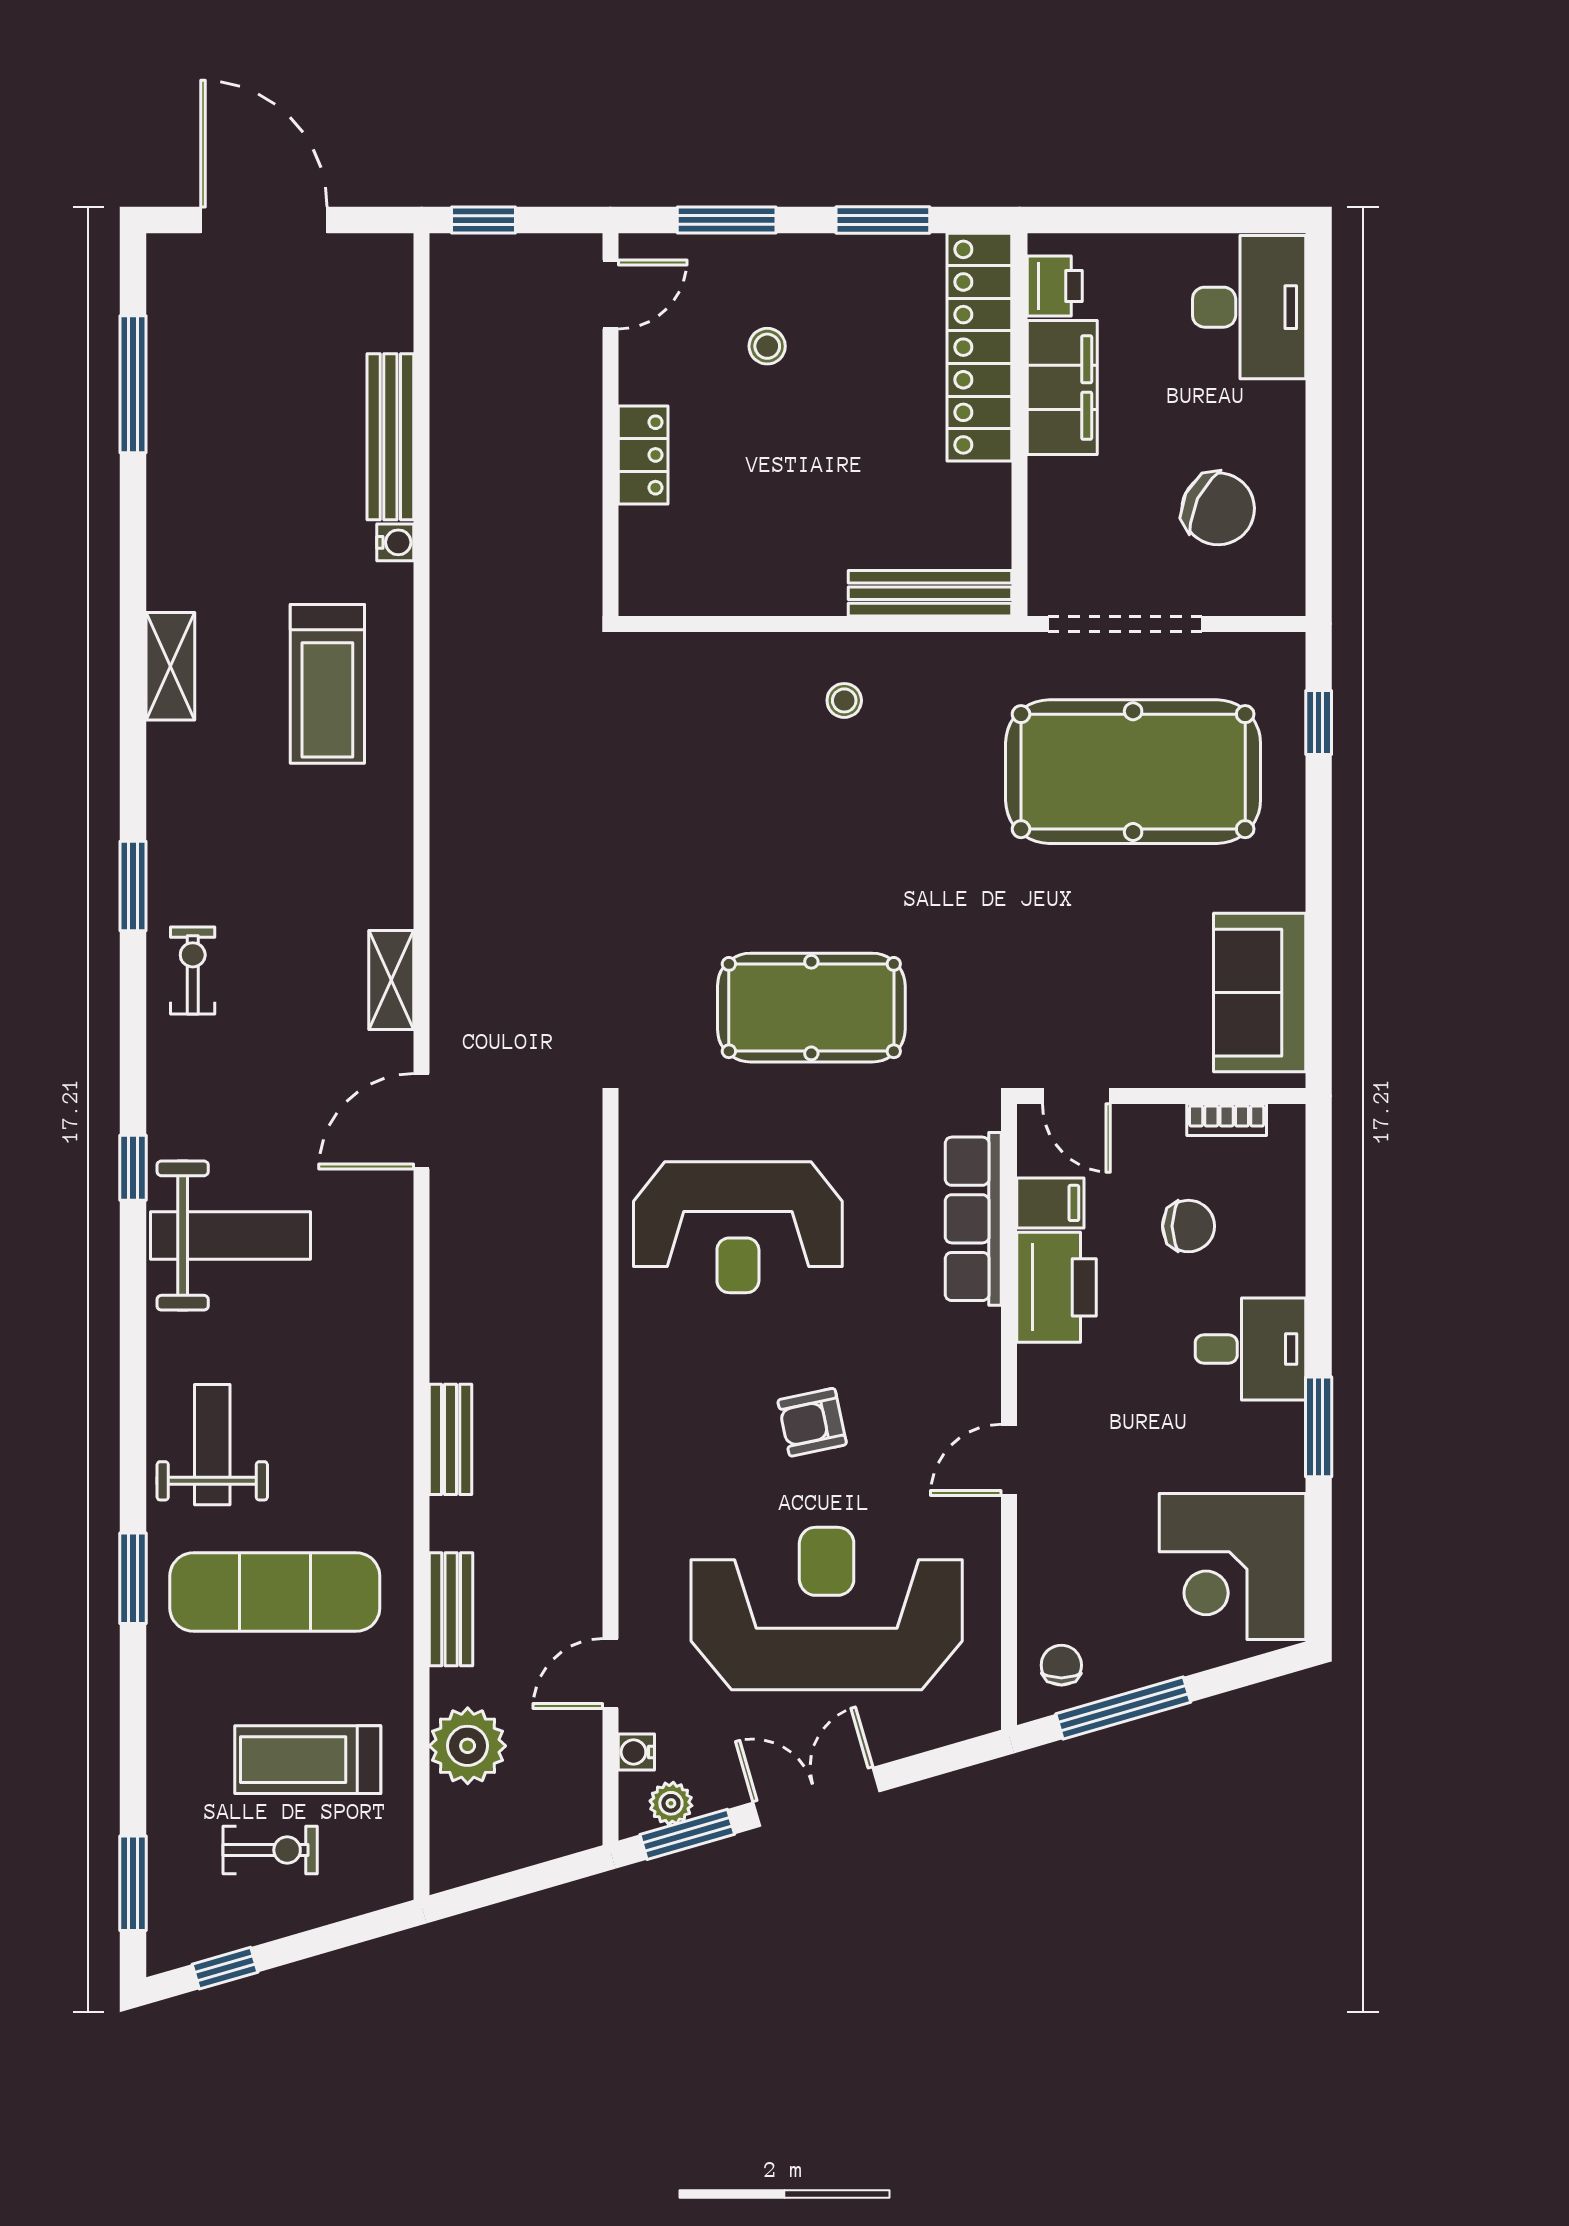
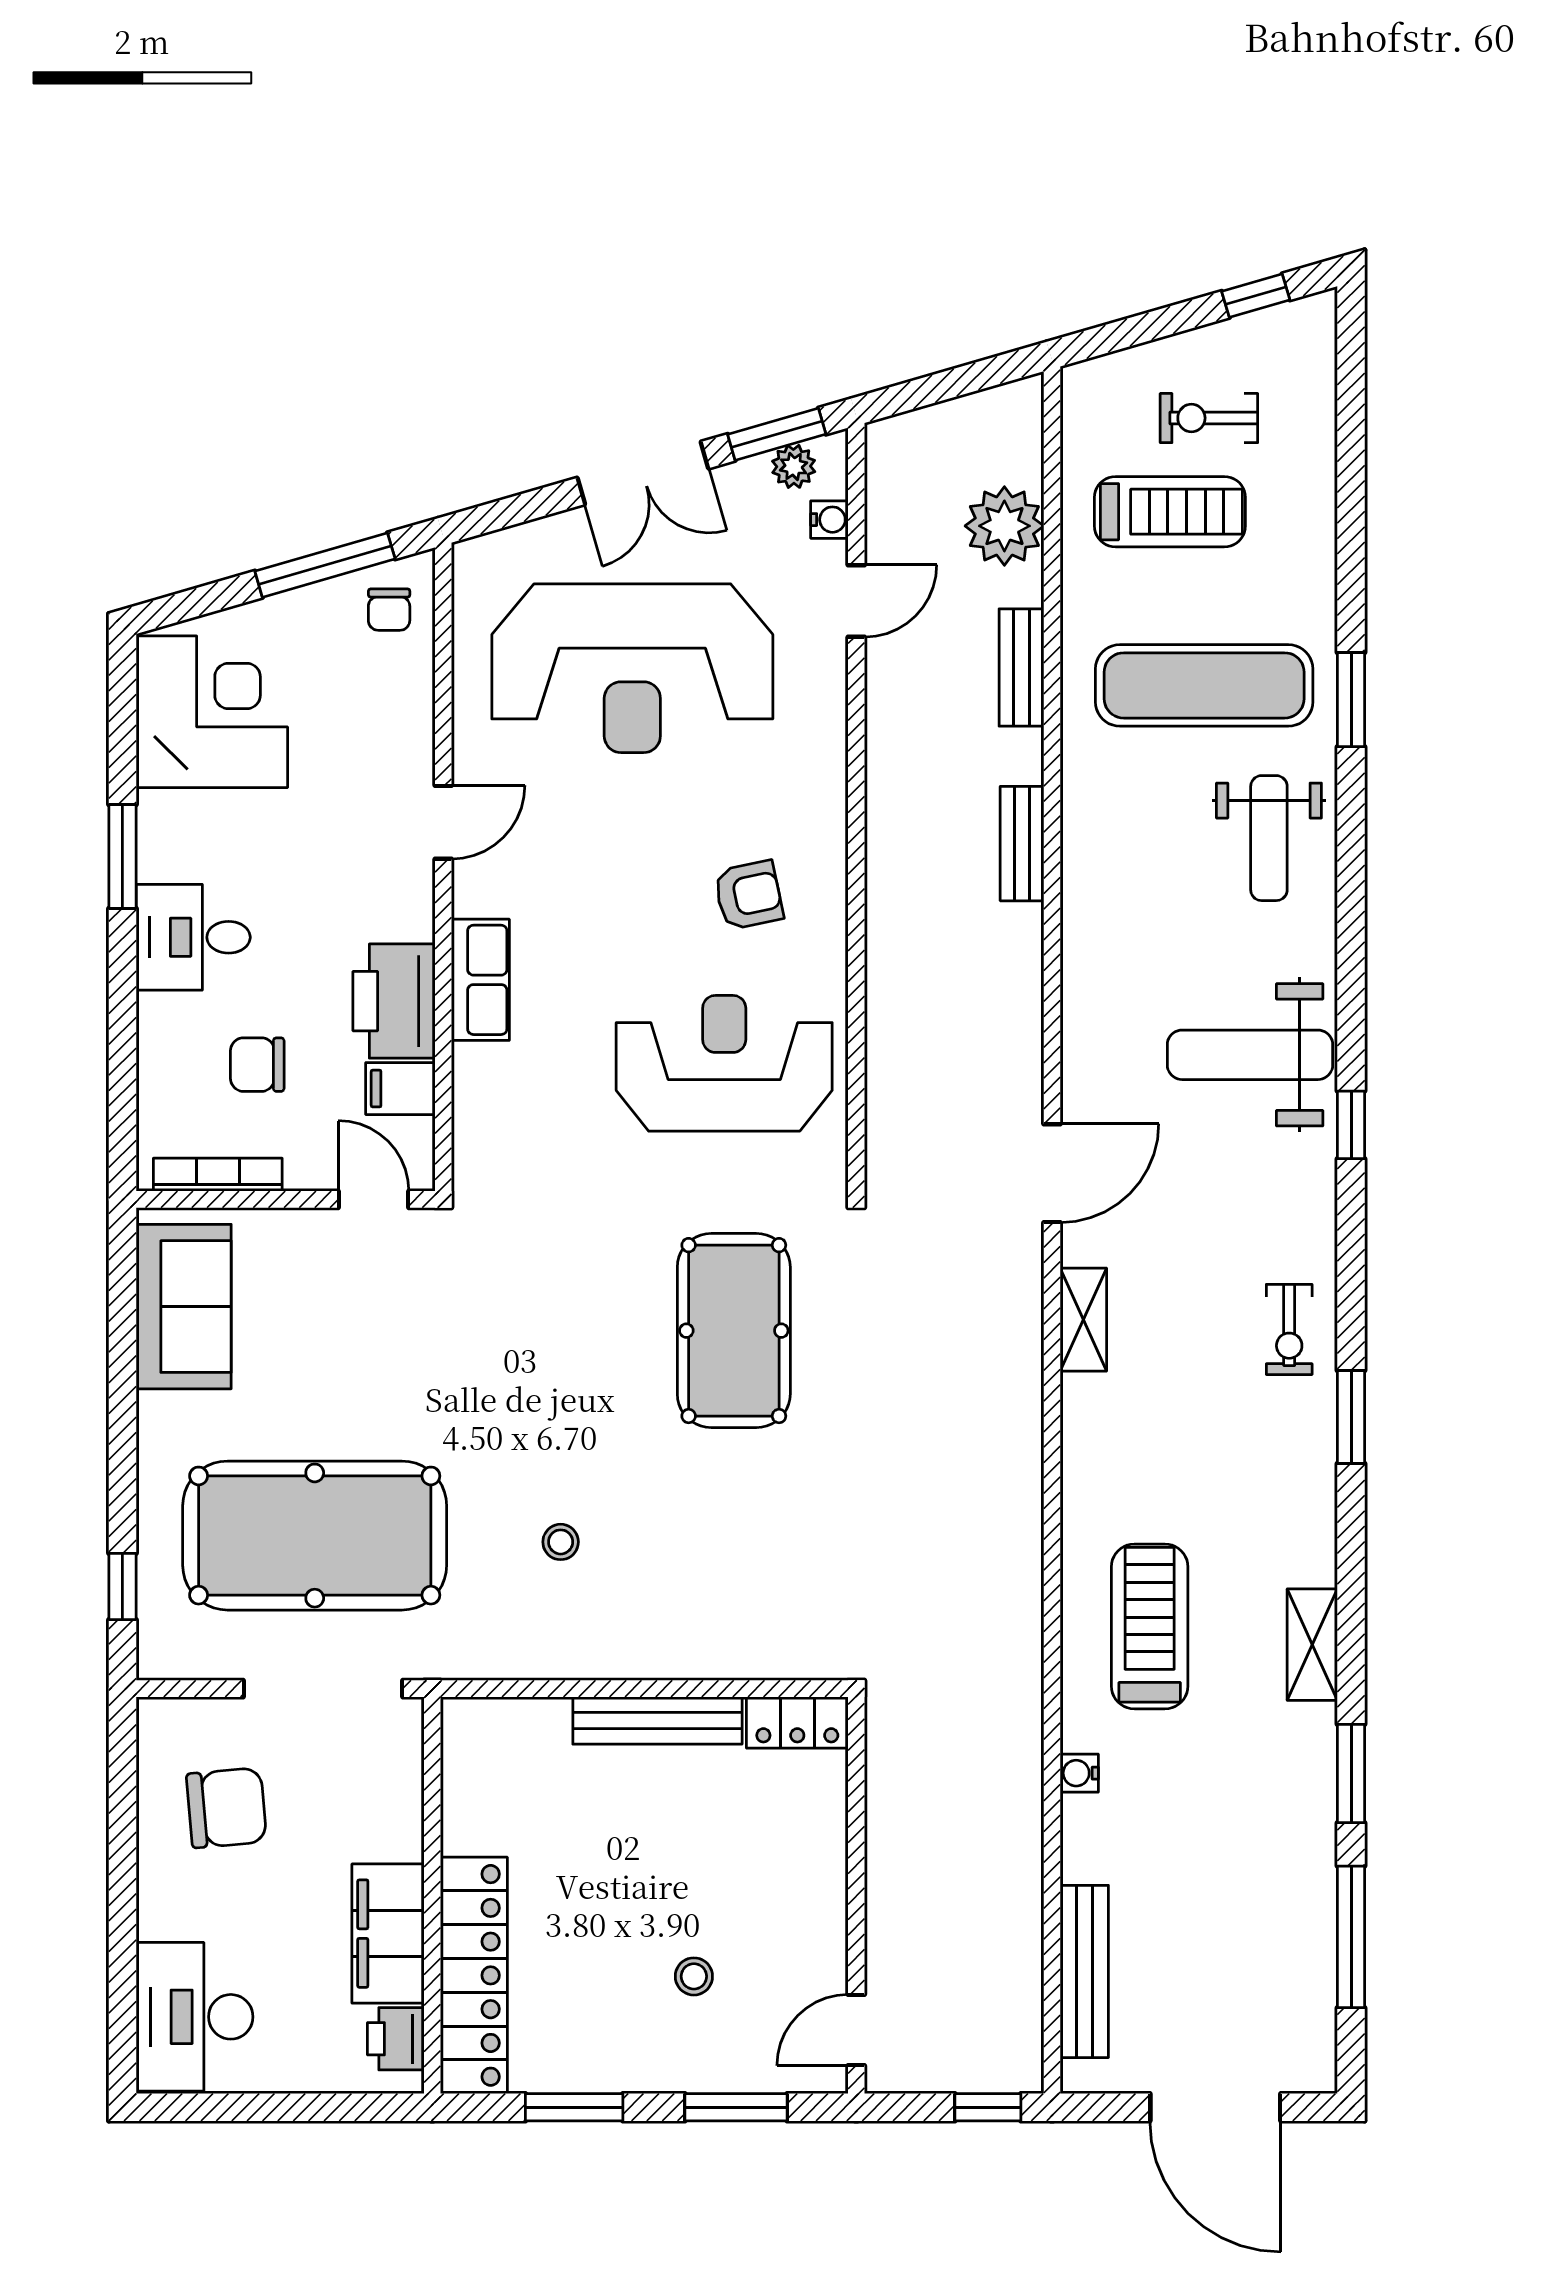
bench: (390, 437) -> (1084, 1971), moved
locker: (643, 455) -> (797, 1722), moved, turned -90
chair: (1218, 509) -> (226, 1808), turned 149
bench: (930, 593) -> (657, 1720), moved
stool: (844, 700) -> (561, 1542), moved
pool table: (811, 1008) -> (734, 1331), moved, turned 90
bookcase: (1227, 1120) -> (218, 1175), width x1.56
row of seats: (973, 1219) -> (480, 980), moved, width x0.68
armchair: (812, 1422) -> (749, 895), moved
window: (133, 1883) -> (1351, 1774), moved

